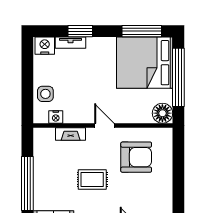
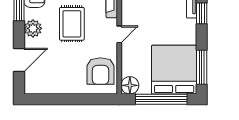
armchair: (136, 157) -> (100, 71), moved
rug: (92, 179) -> (72, 24), width x1.36, depth x1.43

